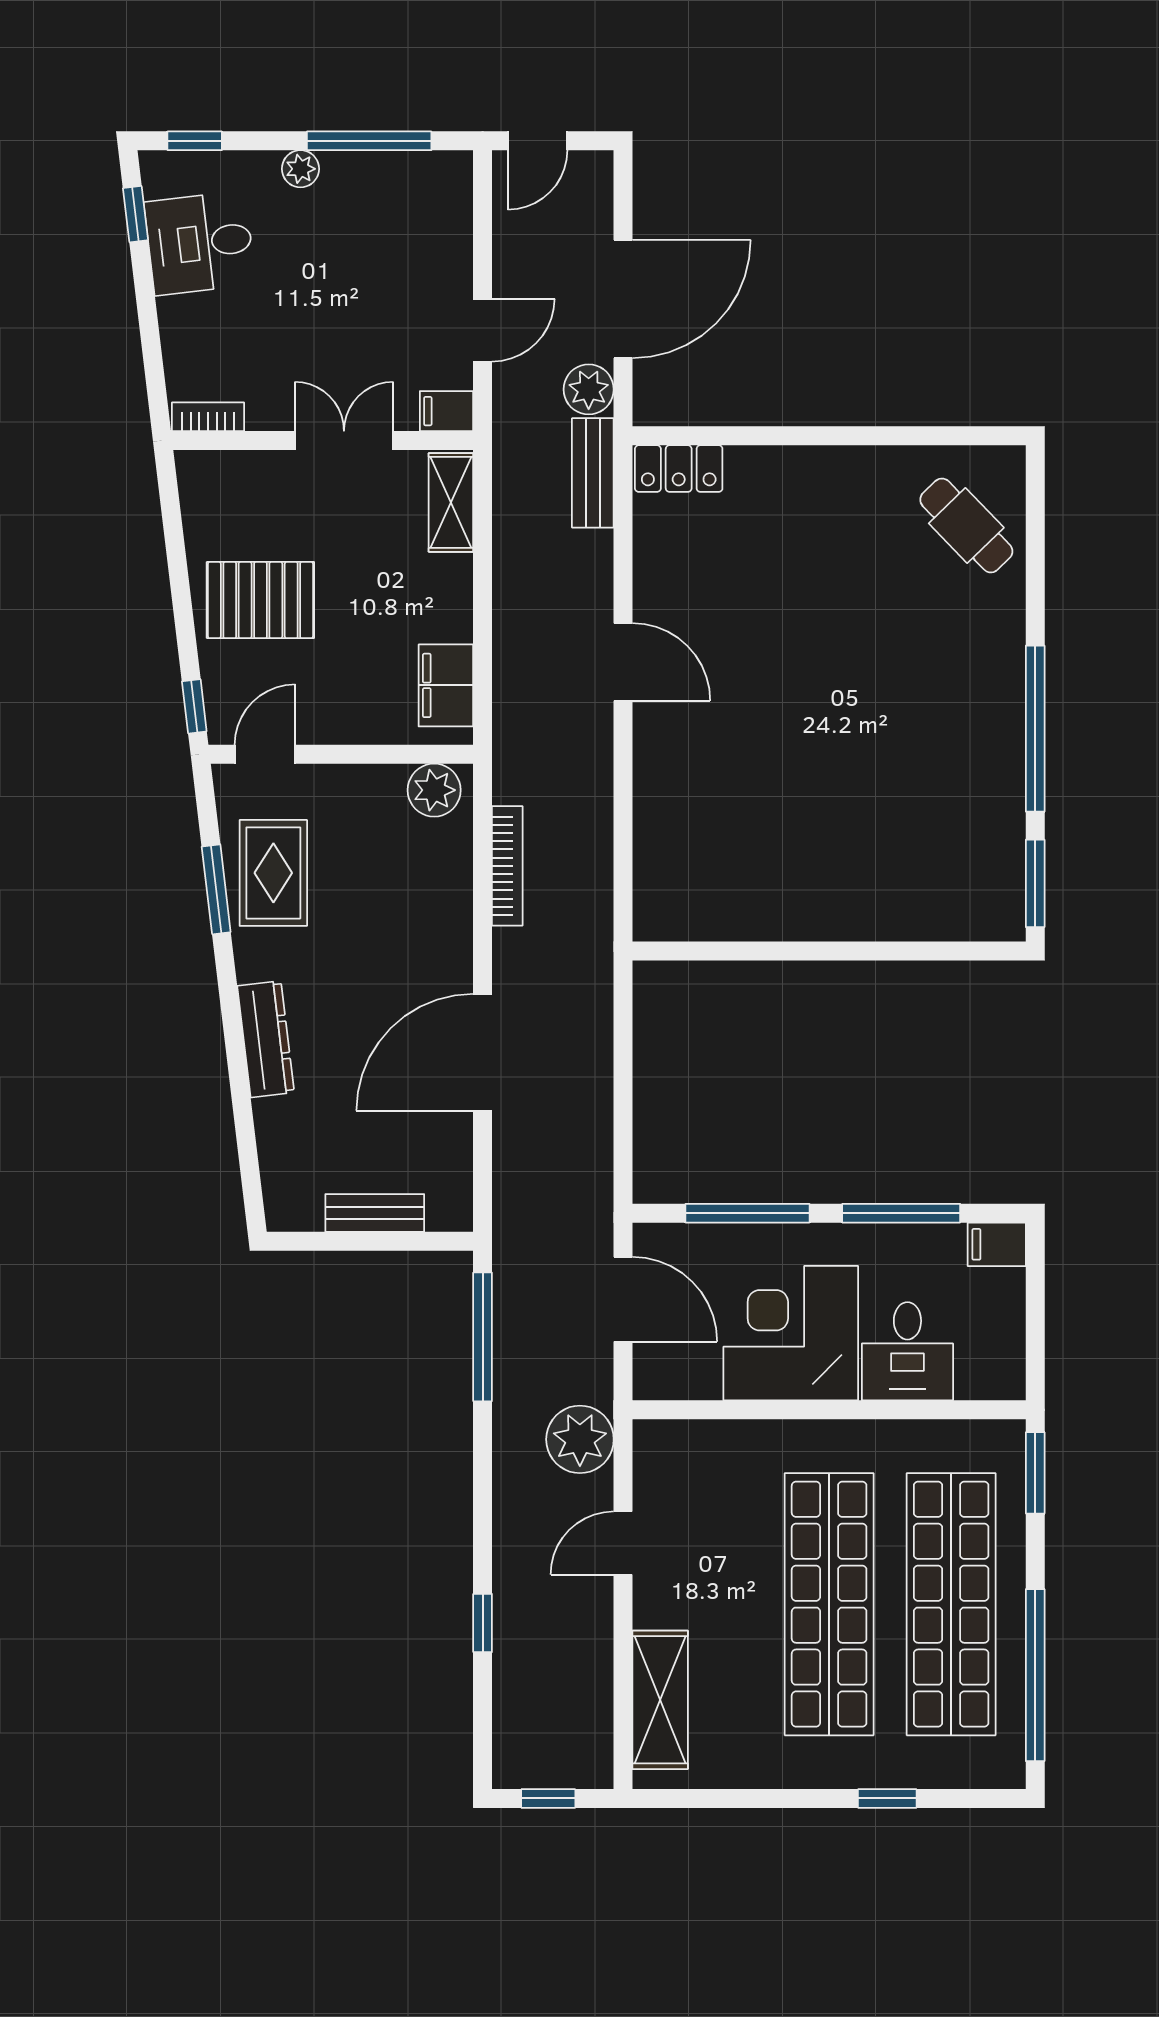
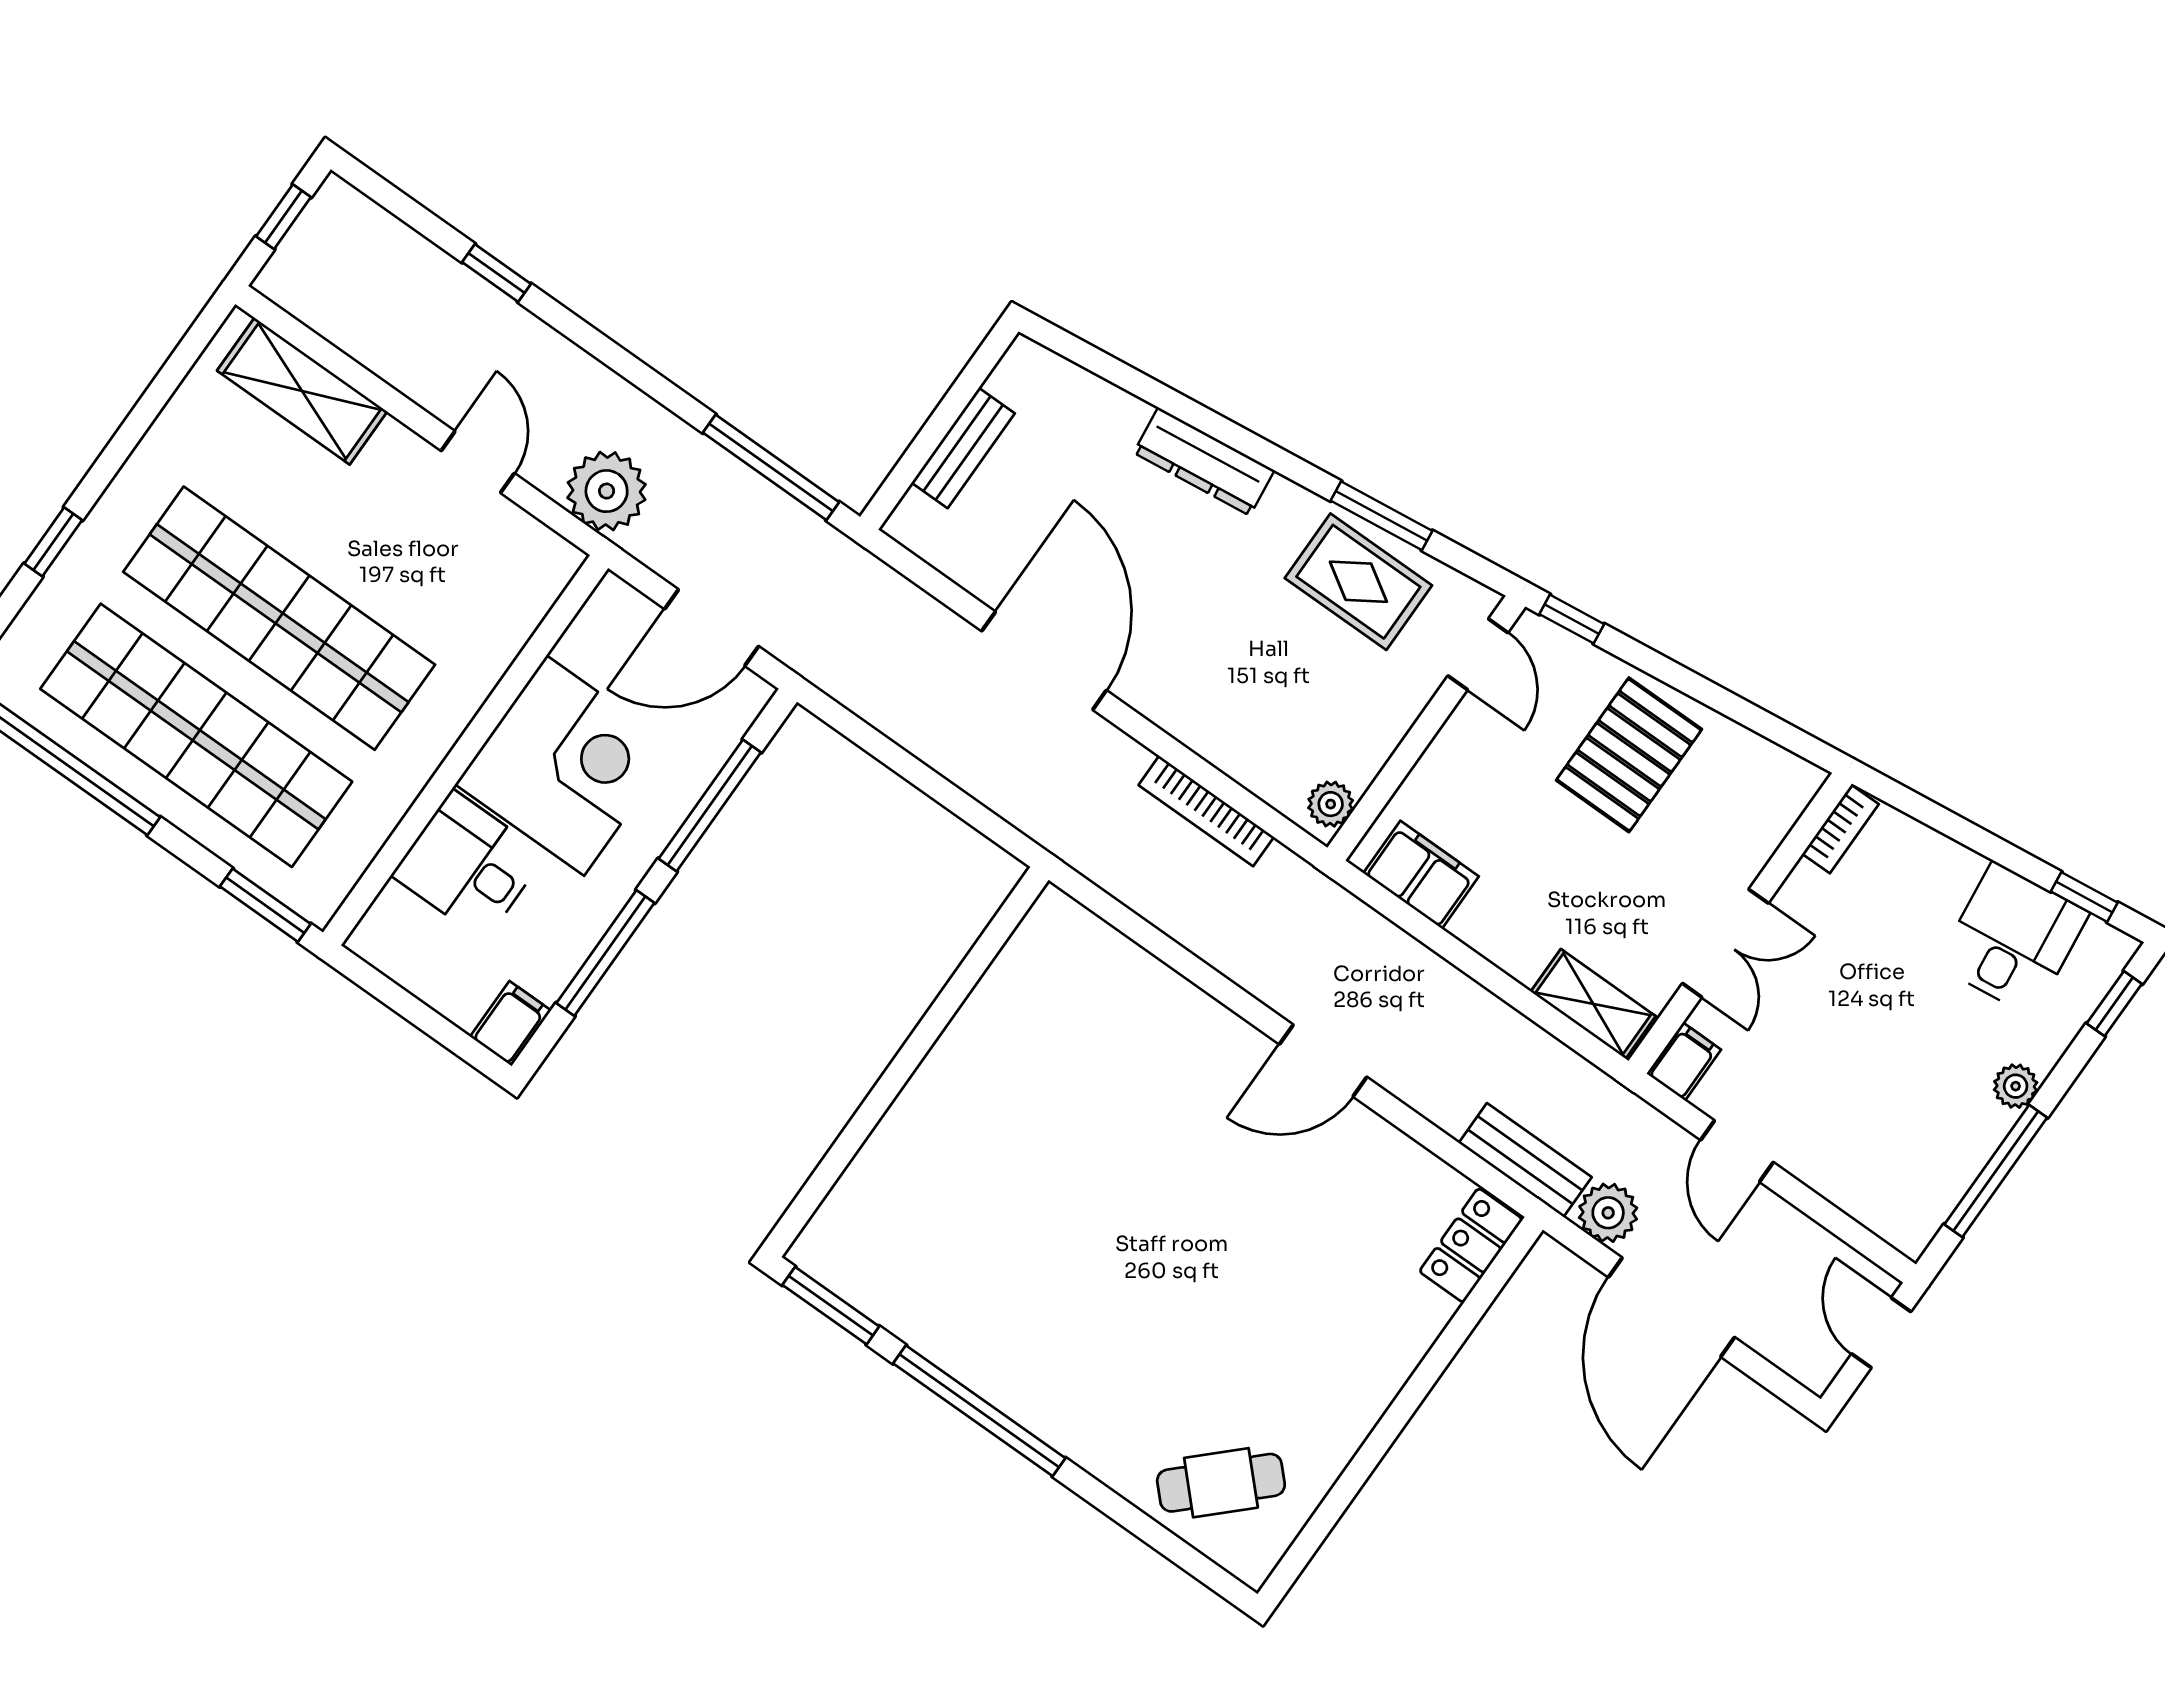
plant: (434, 790) -> (1331, 804), width x0.73, depth x0.73

